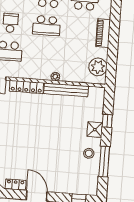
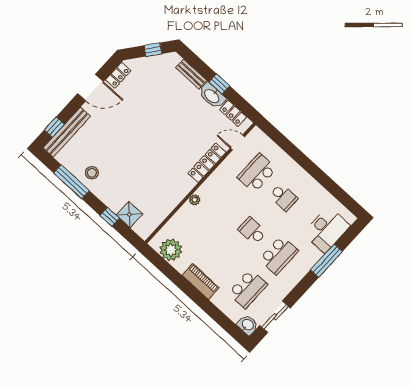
school desk: (46, 26) -> (252, 231), width x0.54
bench: (66, 90) -> (67, 132), moved
shower: (95, 130) -> (129, 215), moved

